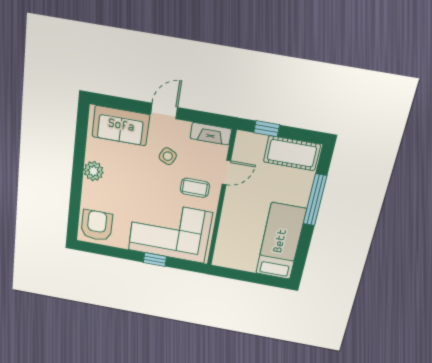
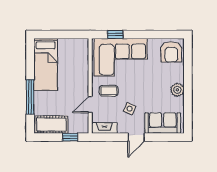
window: (155, 259) -> (115, 35), moved

